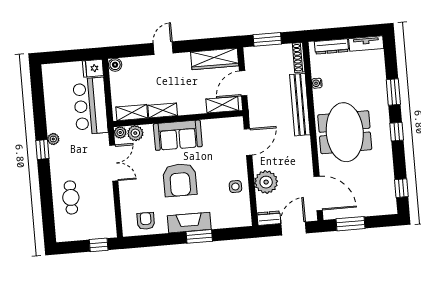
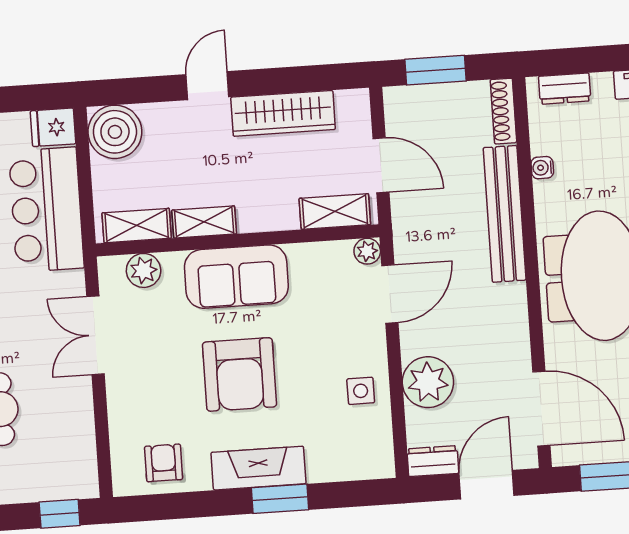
dresser: (332, 46) -> (565, 89), width x0.70
wardrobe: (215, 59) -> (283, 113), moved
boiler: (115, 65) -> (115, 132), width x1.86, depth x1.86
door: (243, 83) -> (381, 165), swing flipped
plant: (120, 132) -> (367, 251), moved
double door: (114, 163) -> (95, 335), swing flipped

